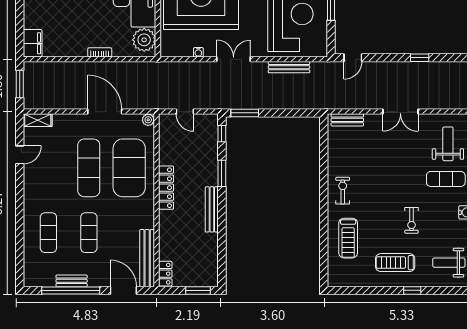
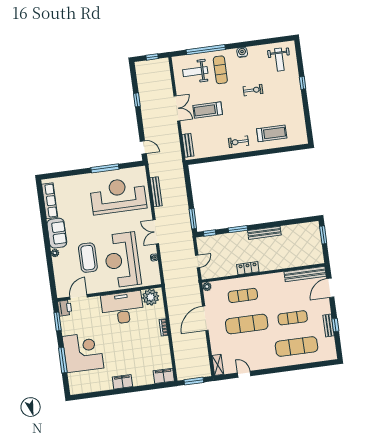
exercise mat: (129, 168) -> (243, 295), width x0.50, depth x0.69
locker: (166, 188) -> (248, 268), width x0.66
exercise mat: (48, 233) -> (297, 346), width x1.36, depth x1.45
treadmill: (395, 263) -> (208, 110), moved, turned 90
locker: (165, 274) -> (314, 260), removed
window: (71, 290) -> (335, 325), width x0.32

